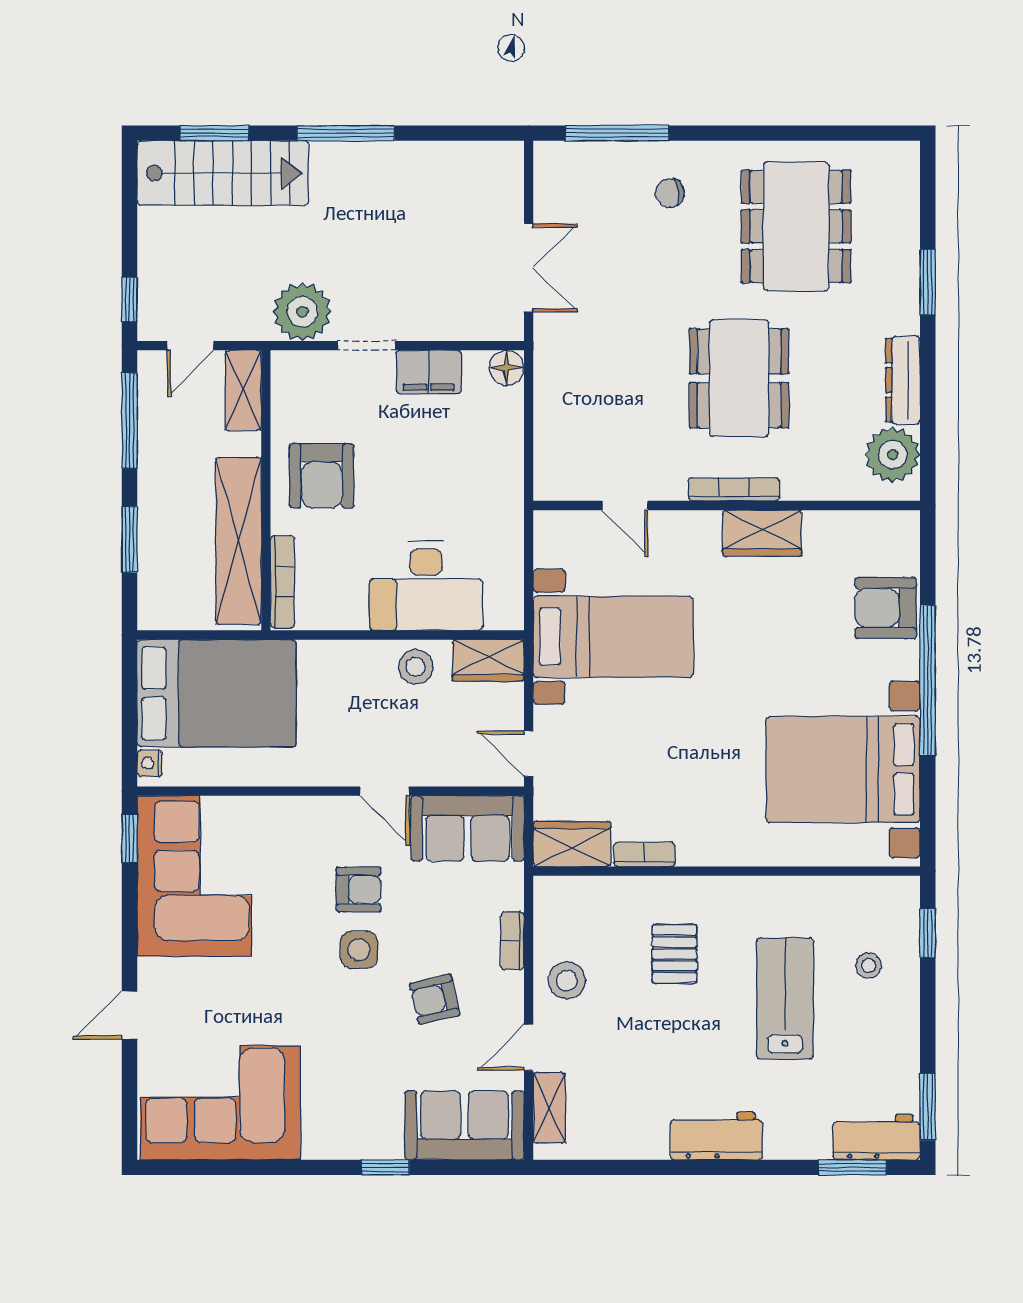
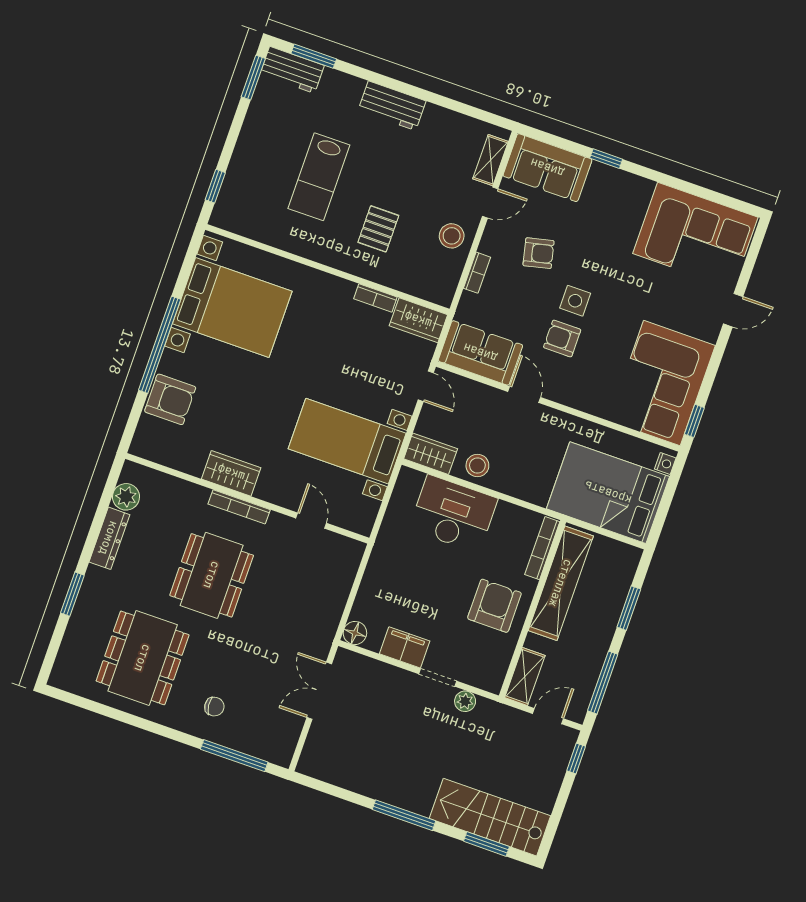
plant: (302, 312) -> (465, 701), width x0.53, depth x0.53
plant: (893, 455) -> (126, 497), width x0.73, depth x0.73
stool: (869, 965) -> (259, 179), removed

